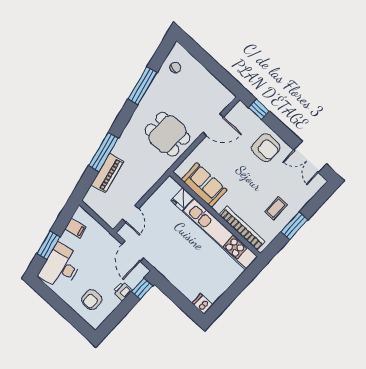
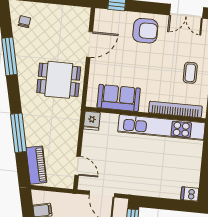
piano: (107, 173) -> (36, 165), moved
fridge: (182, 199) -> (92, 121), moved

